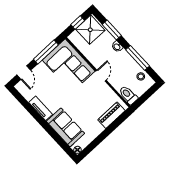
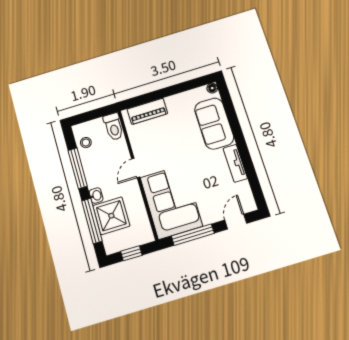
shower: (90, 30) -> (111, 216), moved
window: (112, 30) -> (92, 221), width x1.44

